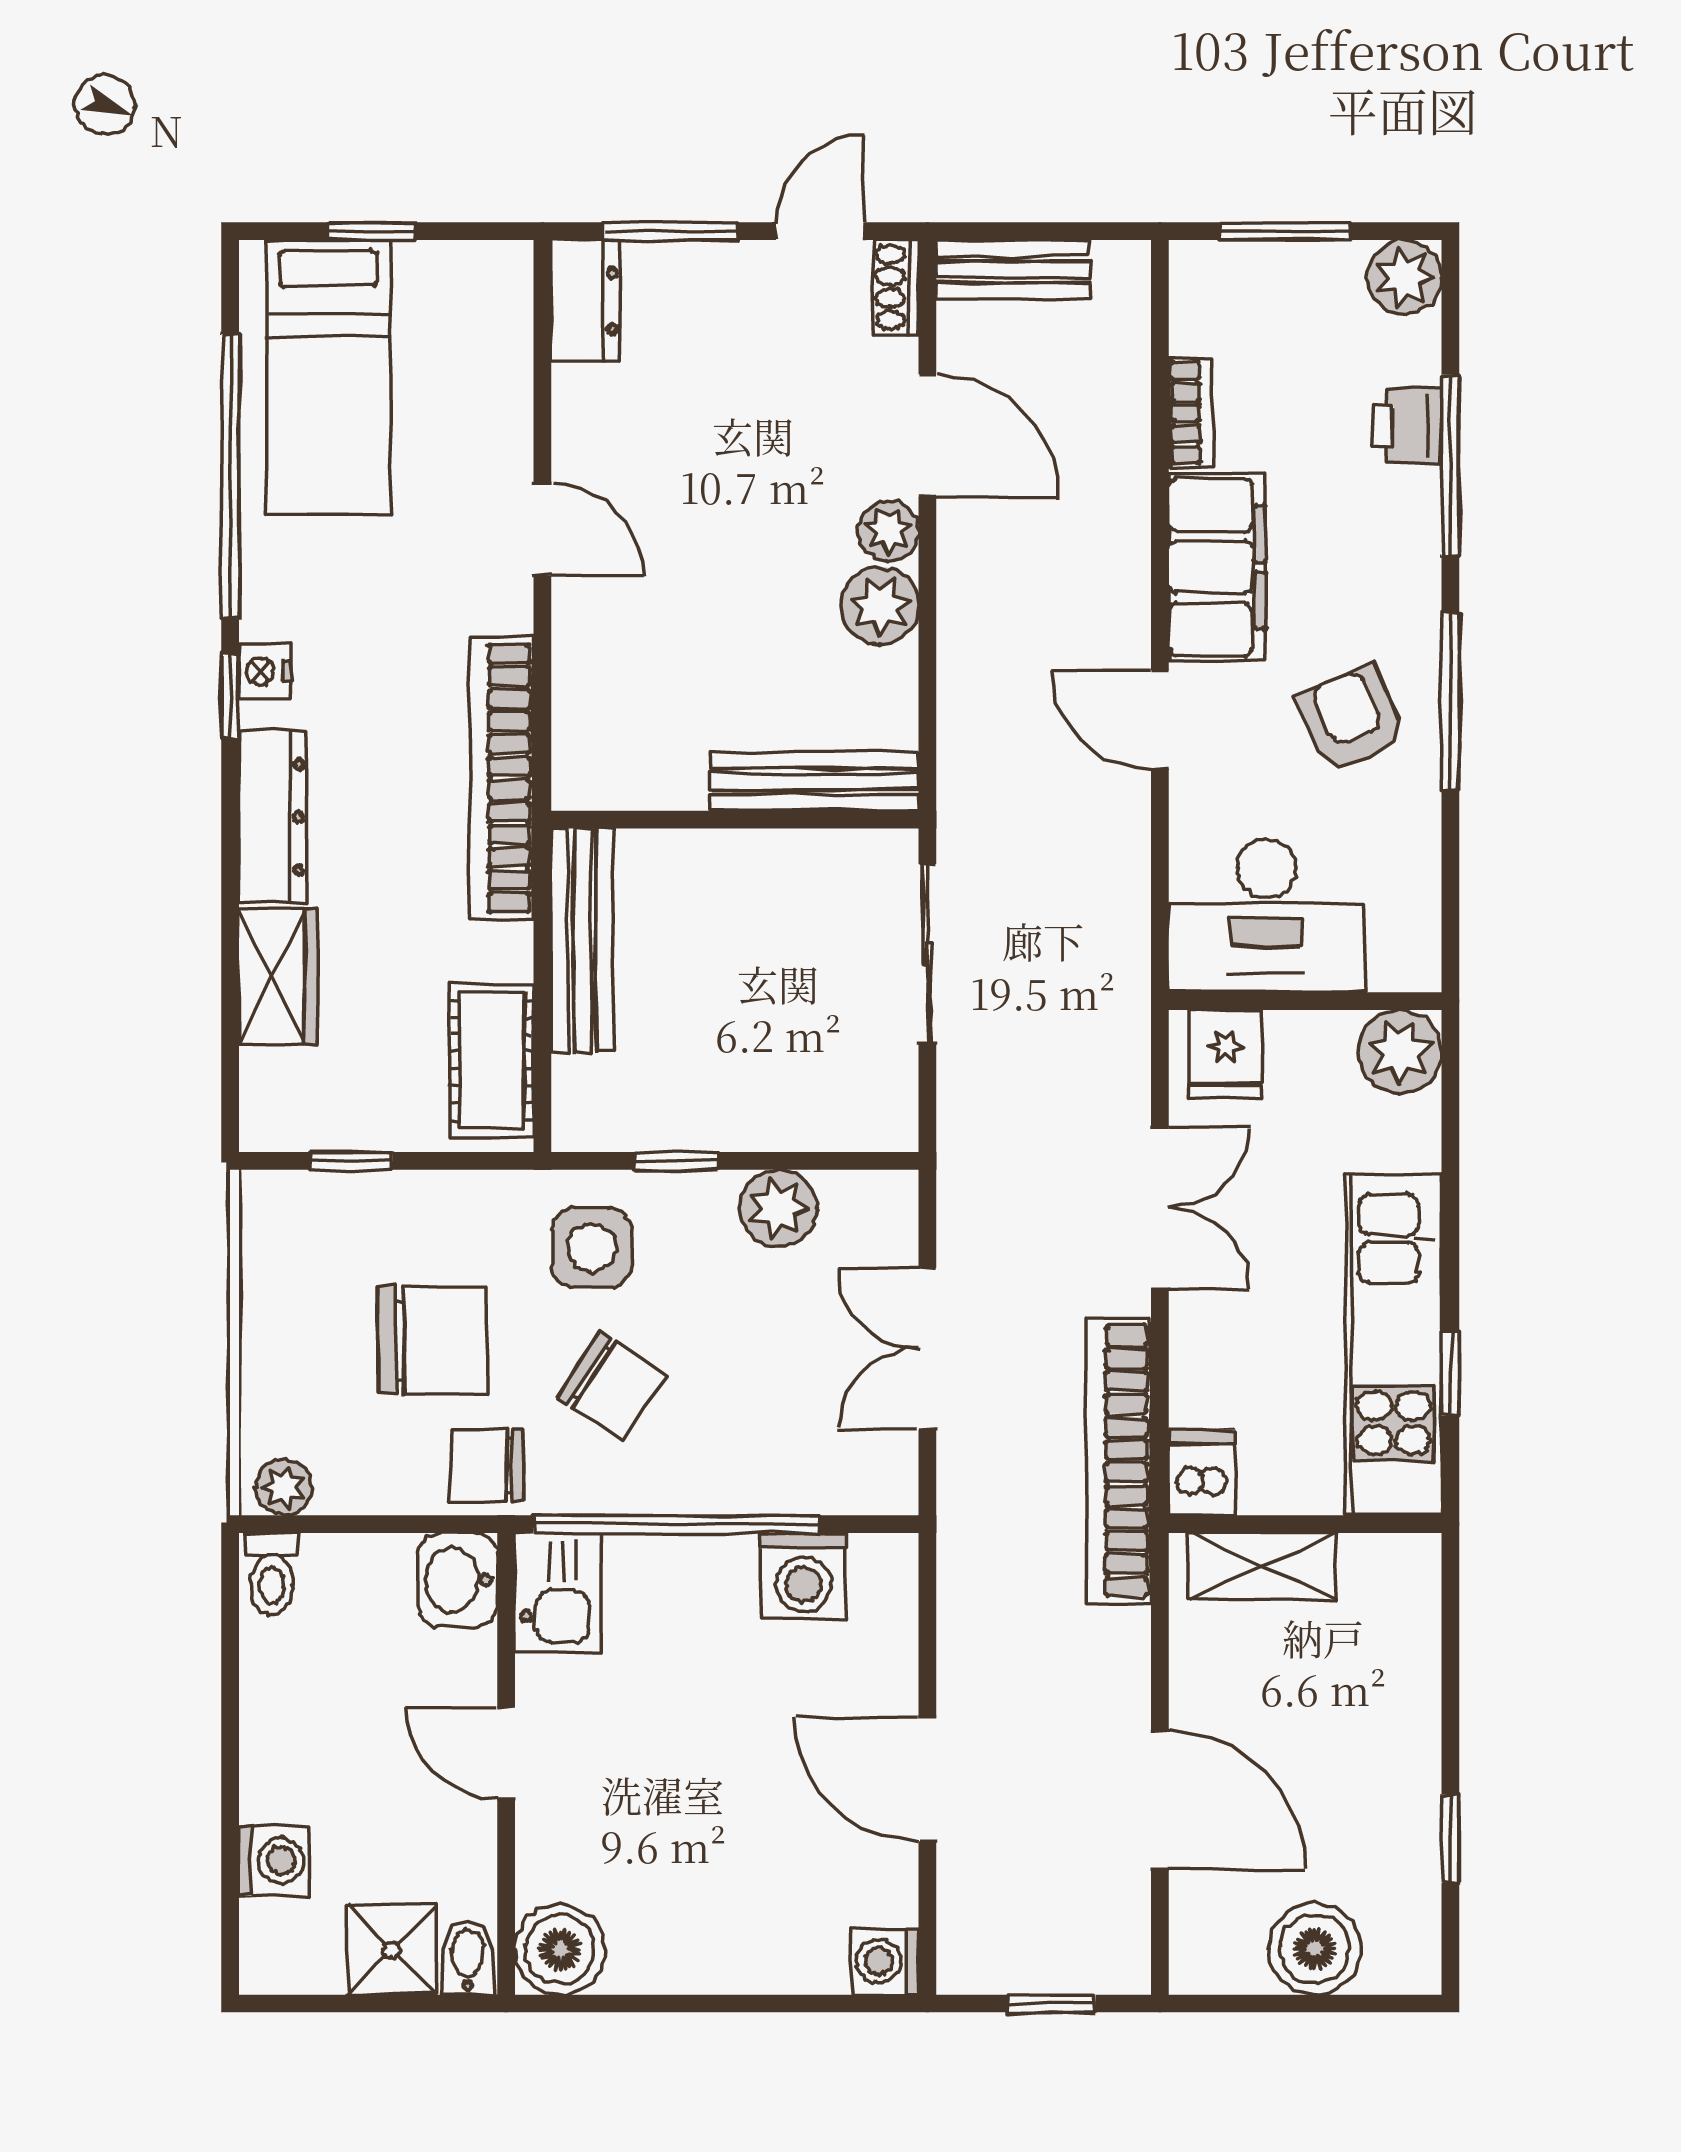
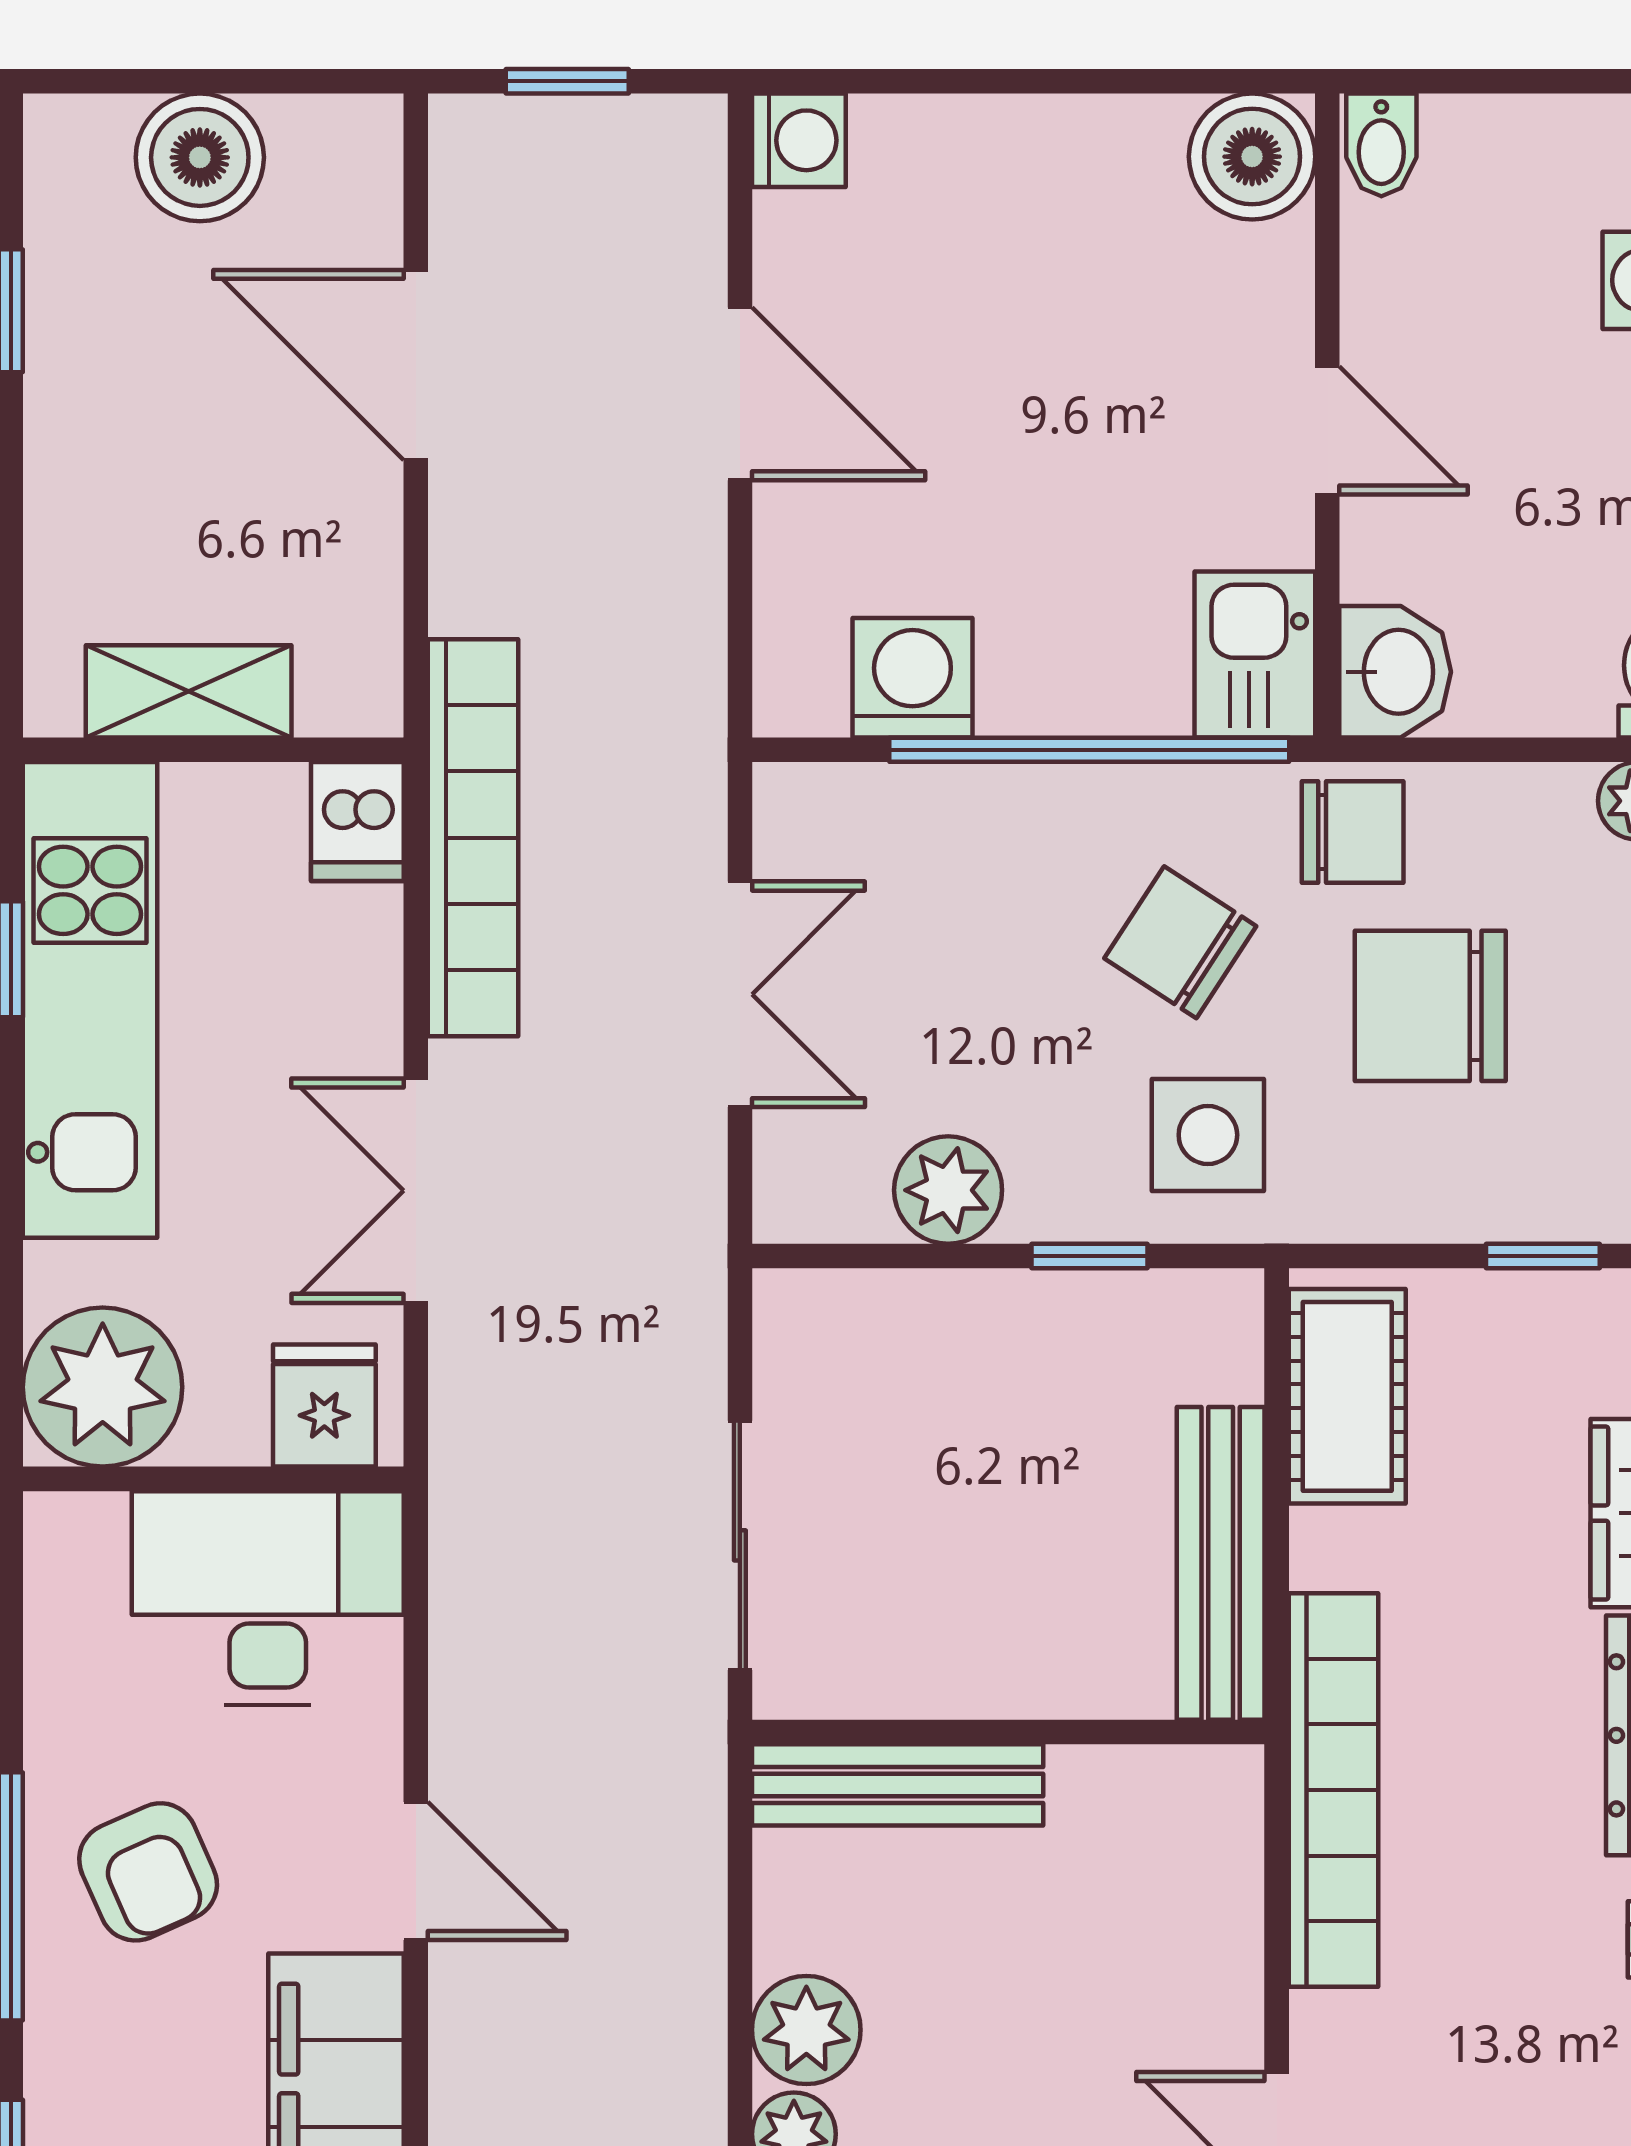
plant: (1400, 1052) -> (103, 1387), width x1.36, depth x1.36
shelving: (1262, 1566) -> (189, 691), moved
shower: (392, 1950) -> (1487, 156), removed

